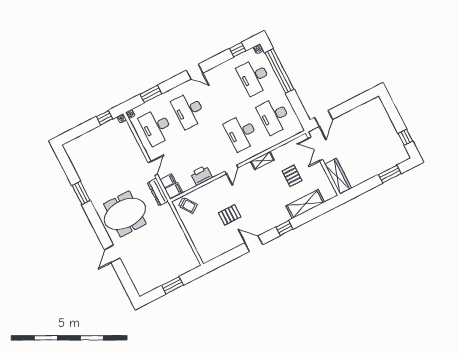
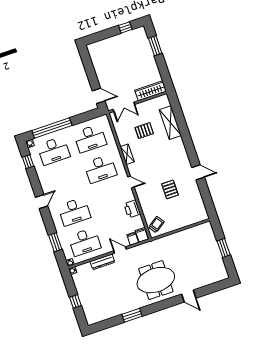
window: (104, 118) -> (75, 301), moved
dresser: (158, 192) -> (102, 262), moved
meeting table: (125, 214) -> (156, 280), turned 90
window: (284, 228) -> (188, 144), removed
door: (254, 244) -> (198, 172), swing flipped

